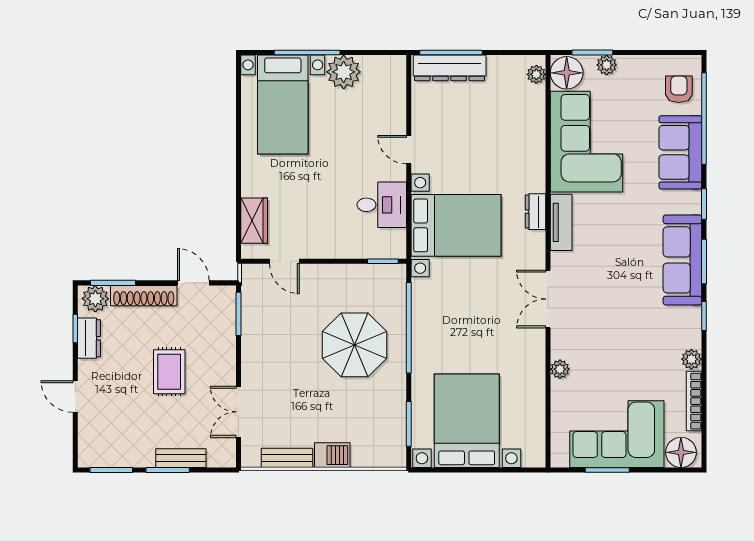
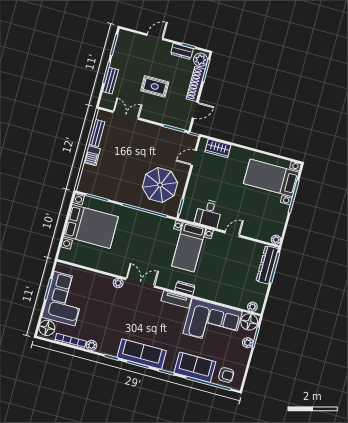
plant: (344, 72) -> (276, 240), moved, width x0.53, depth x0.53
bed with nightstands: (456, 225) -> (189, 247), width x0.73
parasol: (355, 345) -> (160, 185), moved
plant: (560, 369) -> (118, 283), moved

